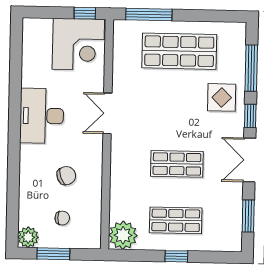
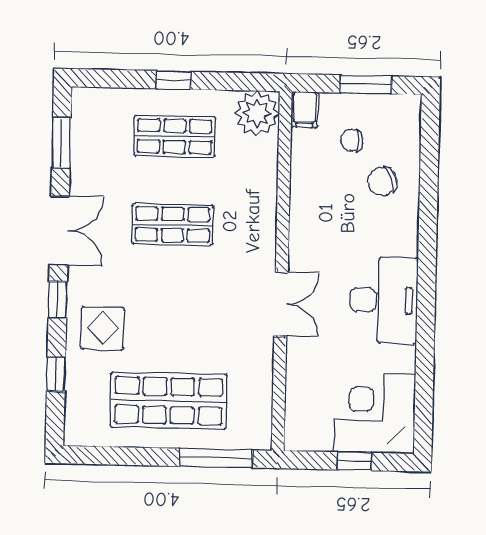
window: (85, 13) -> (354, 461), moved
corner desk: (78, 44) -> (375, 413), moved
window: (251, 68) -> (56, 374), width x0.46
chair: (66, 176) -> (382, 181), moved
plant: (28, 237) -> (405, 110), removed
filing cabinet: (93, 238) -> (305, 110), added

